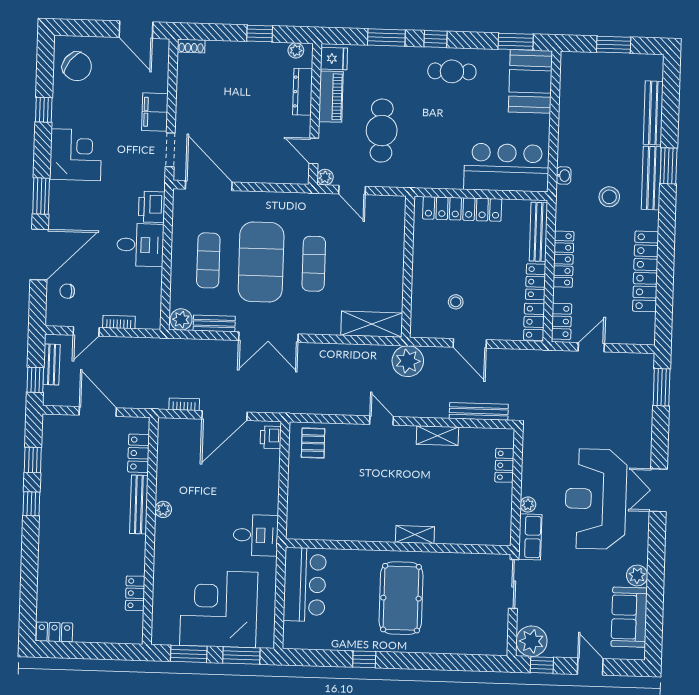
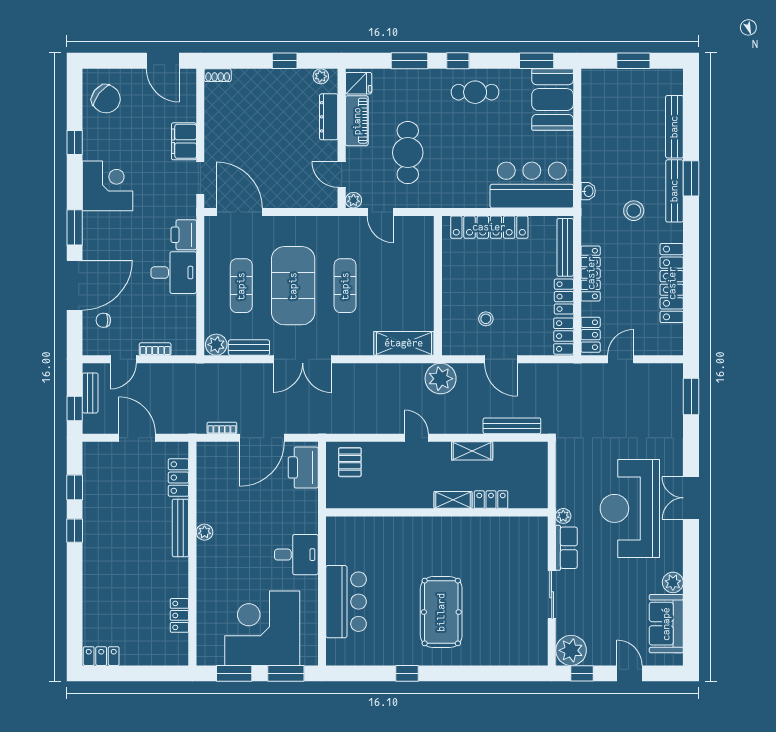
printer: (271, 437) -> (303, 467), width x1.87, depth x1.48
locker: (504, 465) -> (491, 500), moved, turned 90
shelving: (415, 535) -> (453, 500), moved
wall: (398, 547) -> (437, 512), moved

